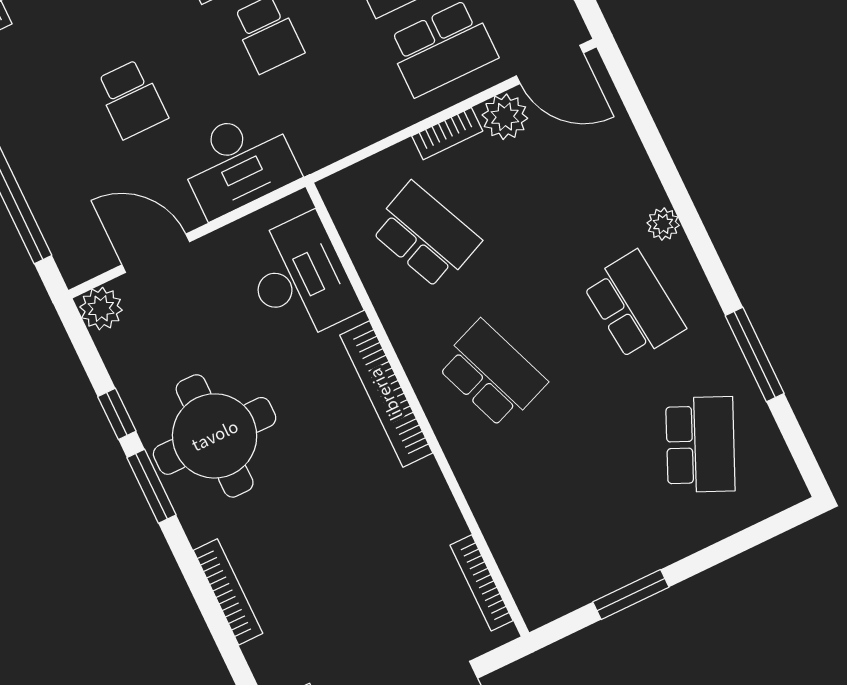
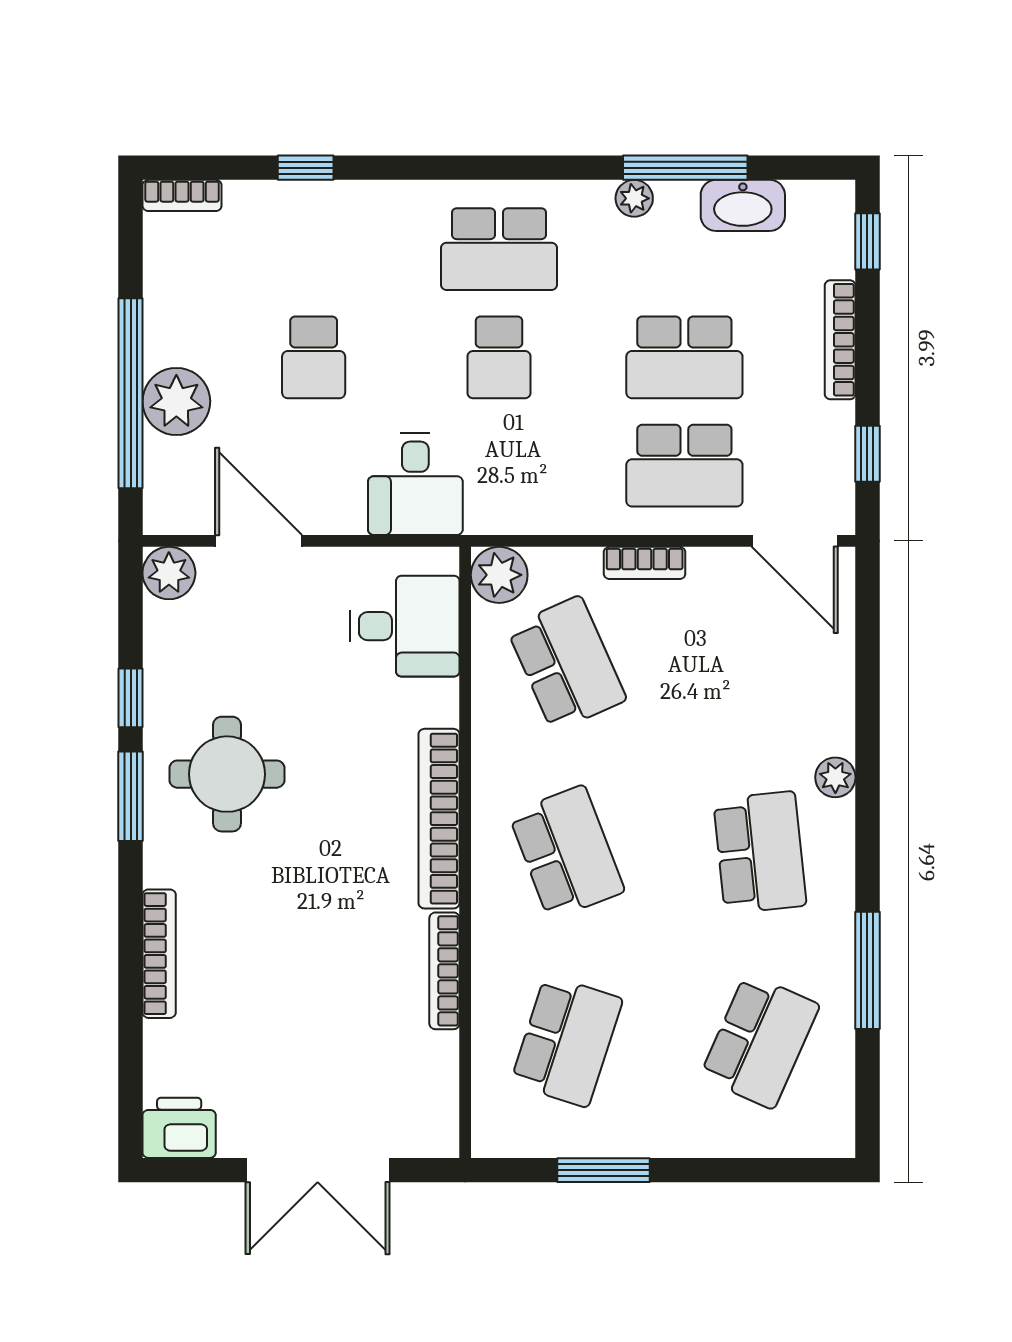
plant: (505, 117) -> (499, 575), moved
desk: (238, 163) -> (415, 484), width x0.73
plant: (46, 180) -> (176, 401), added
desk: (300, 278) -> (405, 626), width x0.73
round table: (215, 436) -> (227, 774), width x0.73, depth x0.73
school desk: (558, 513) -> (567, 1041), added
bookcase: (482, 583) -> (444, 971), moved

